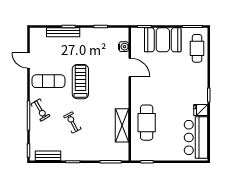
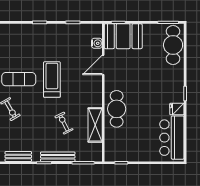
bench: (63, 32) -> (58, 157), moved
booth: (163, 40) -> (123, 36), moved
cafe table: (197, 48) -> (173, 45), width x1.37, depth x1.35
door: (130, 68) -> (103, 65), swing flipped
exercise bike: (72, 123) -> (64, 123), moved
cafe table: (147, 123) -> (117, 109), moved

